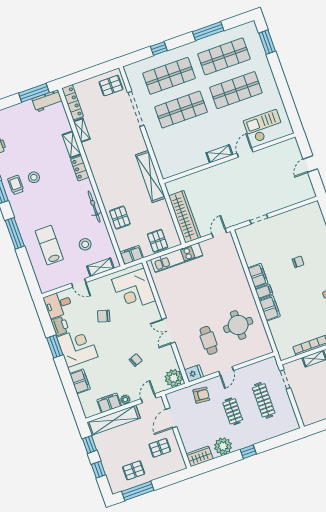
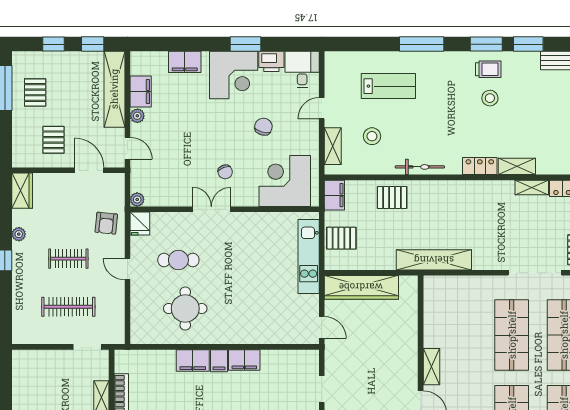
chair: (136, 360) -> (225, 172), moved
plant: (174, 378) -> (137, 199), width x0.53, depth x0.53
plant: (223, 446) -> (19, 234), width x0.53, depth x0.53

